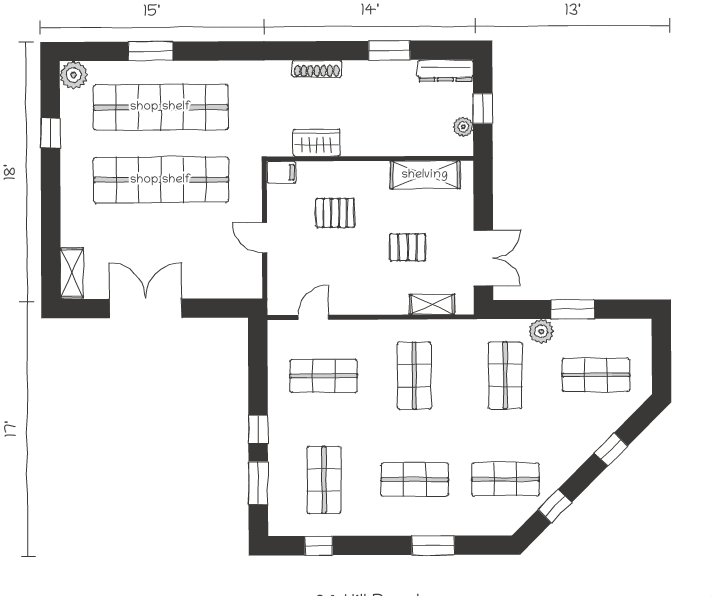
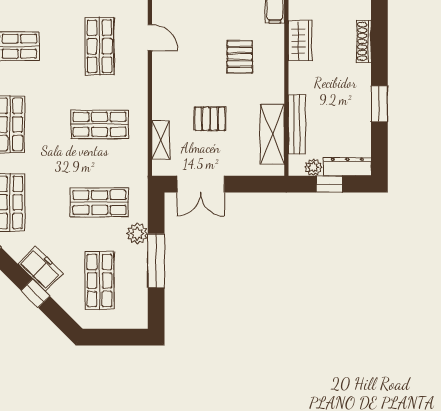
dresser: (445, 71) -> (347, 166), moved, turned 90
bench: (413, 146) -> (297, 124), added
pallet: (408, 247) -> (210, 119), turned 90
window: (573, 309) -> (156, 261), width x1.44
freezer: (582, 444) -> (40, 269), added

